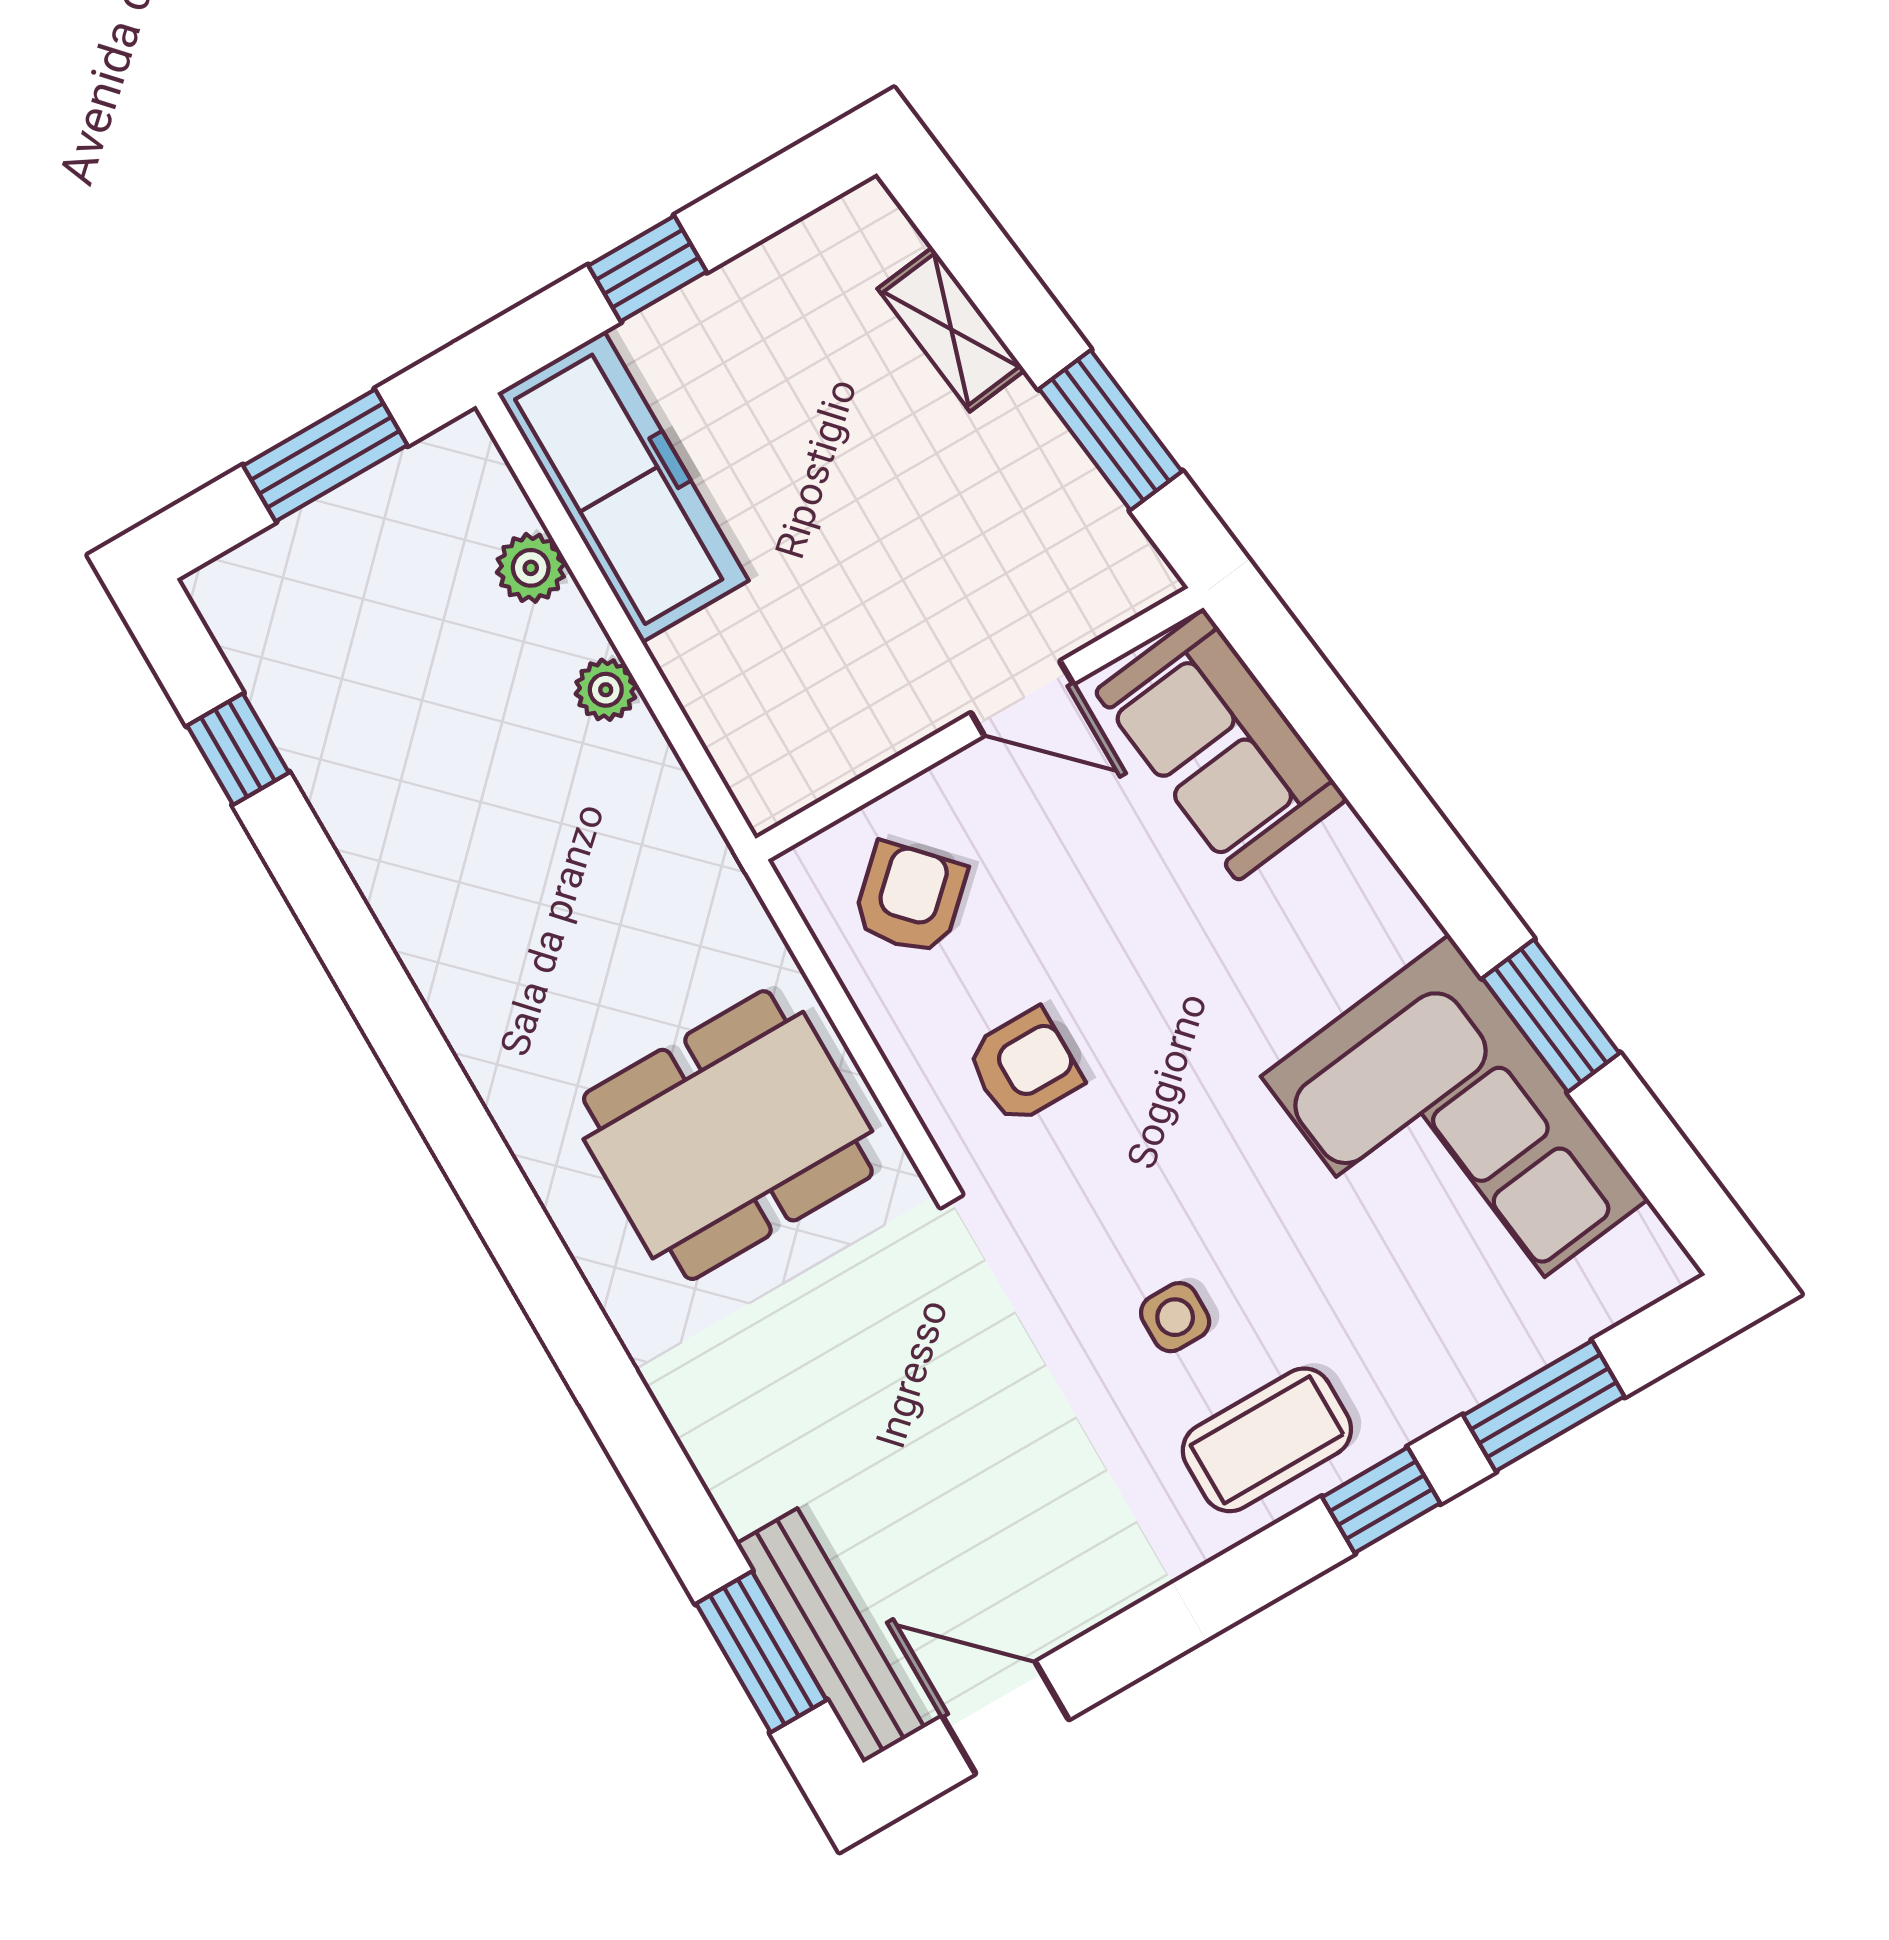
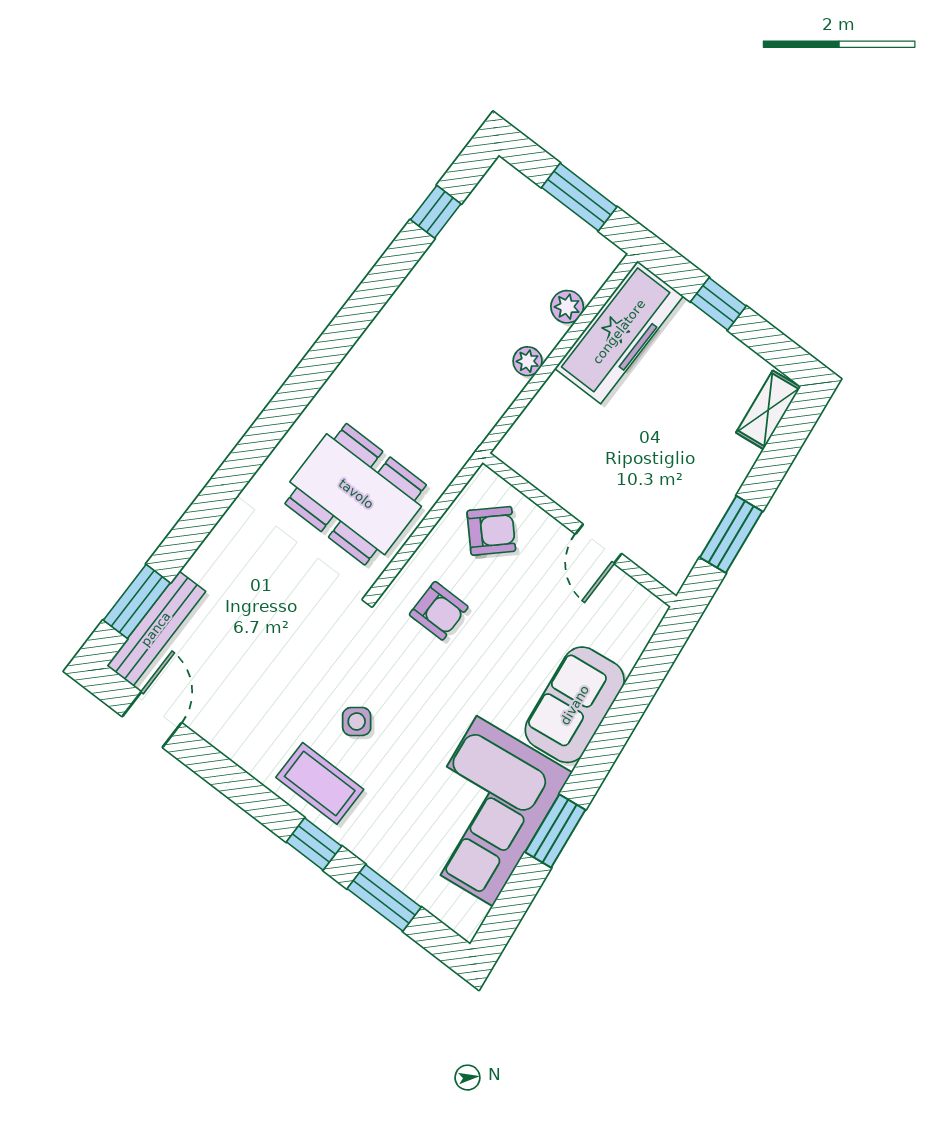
shelving: (951, 329) -> (768, 410), moved
sofa: (1221, 745) -> (575, 705), moved
side table: (1175, 1317) -> (357, 721), turned -38

